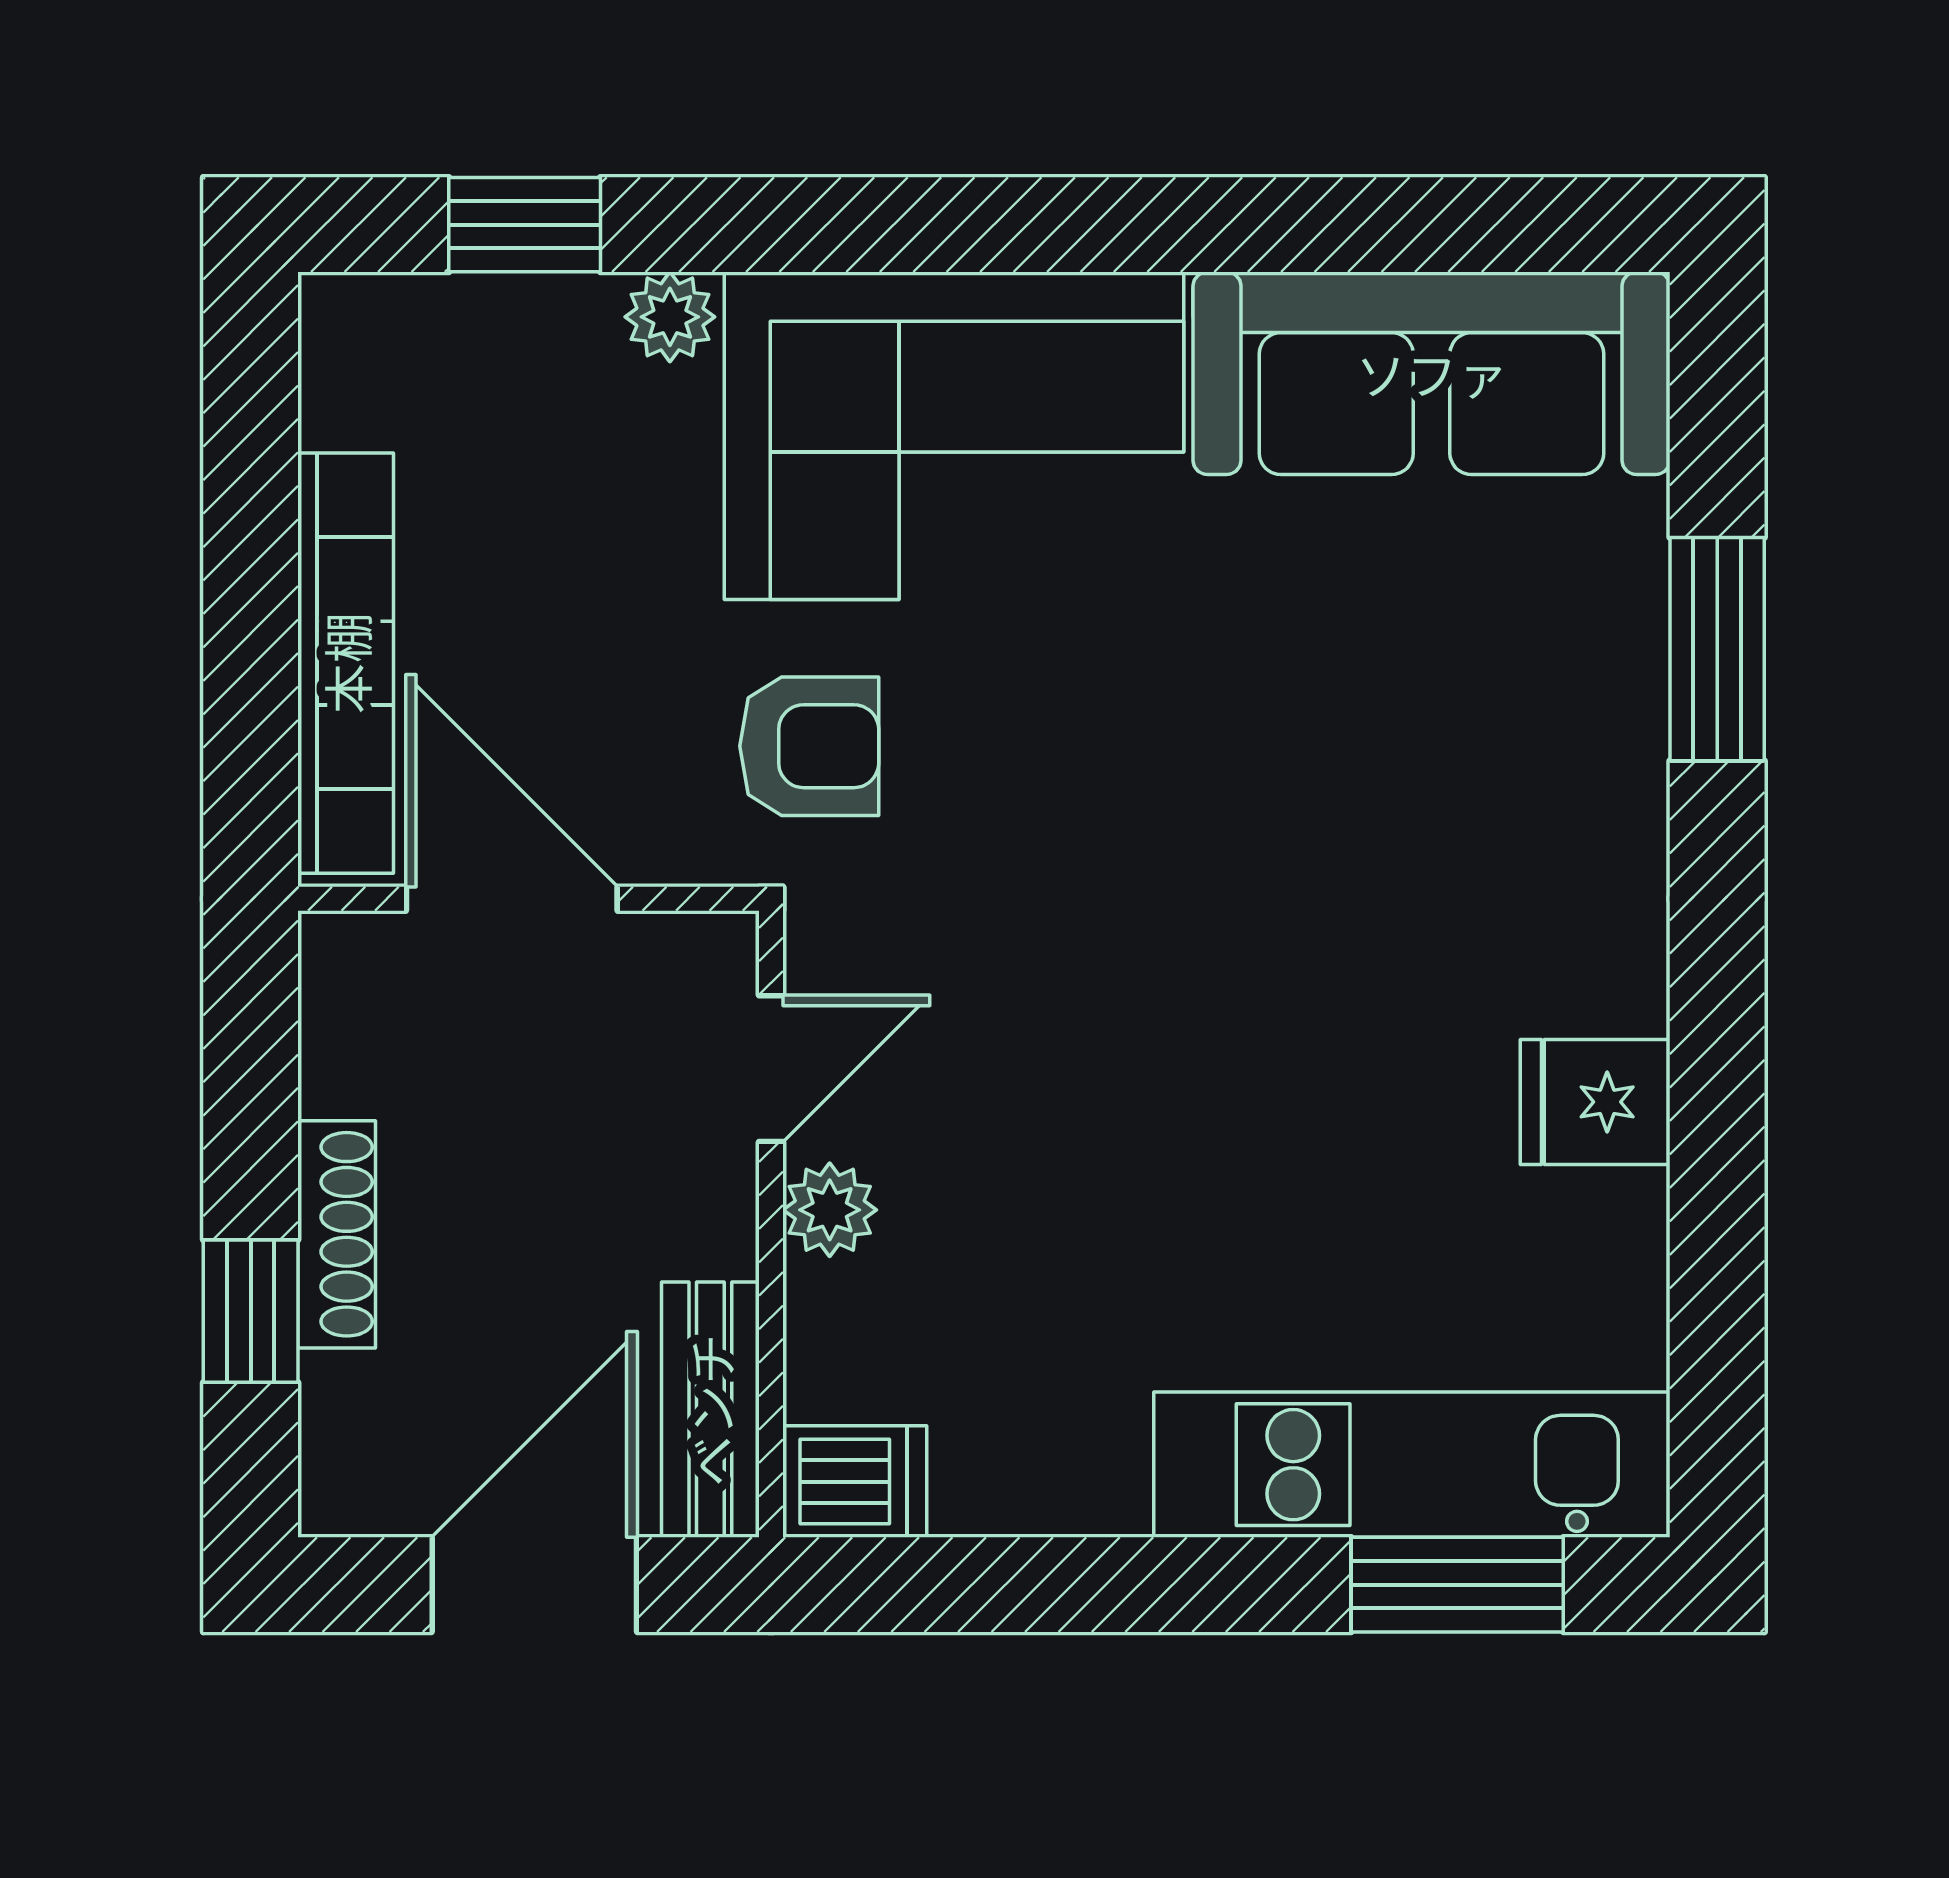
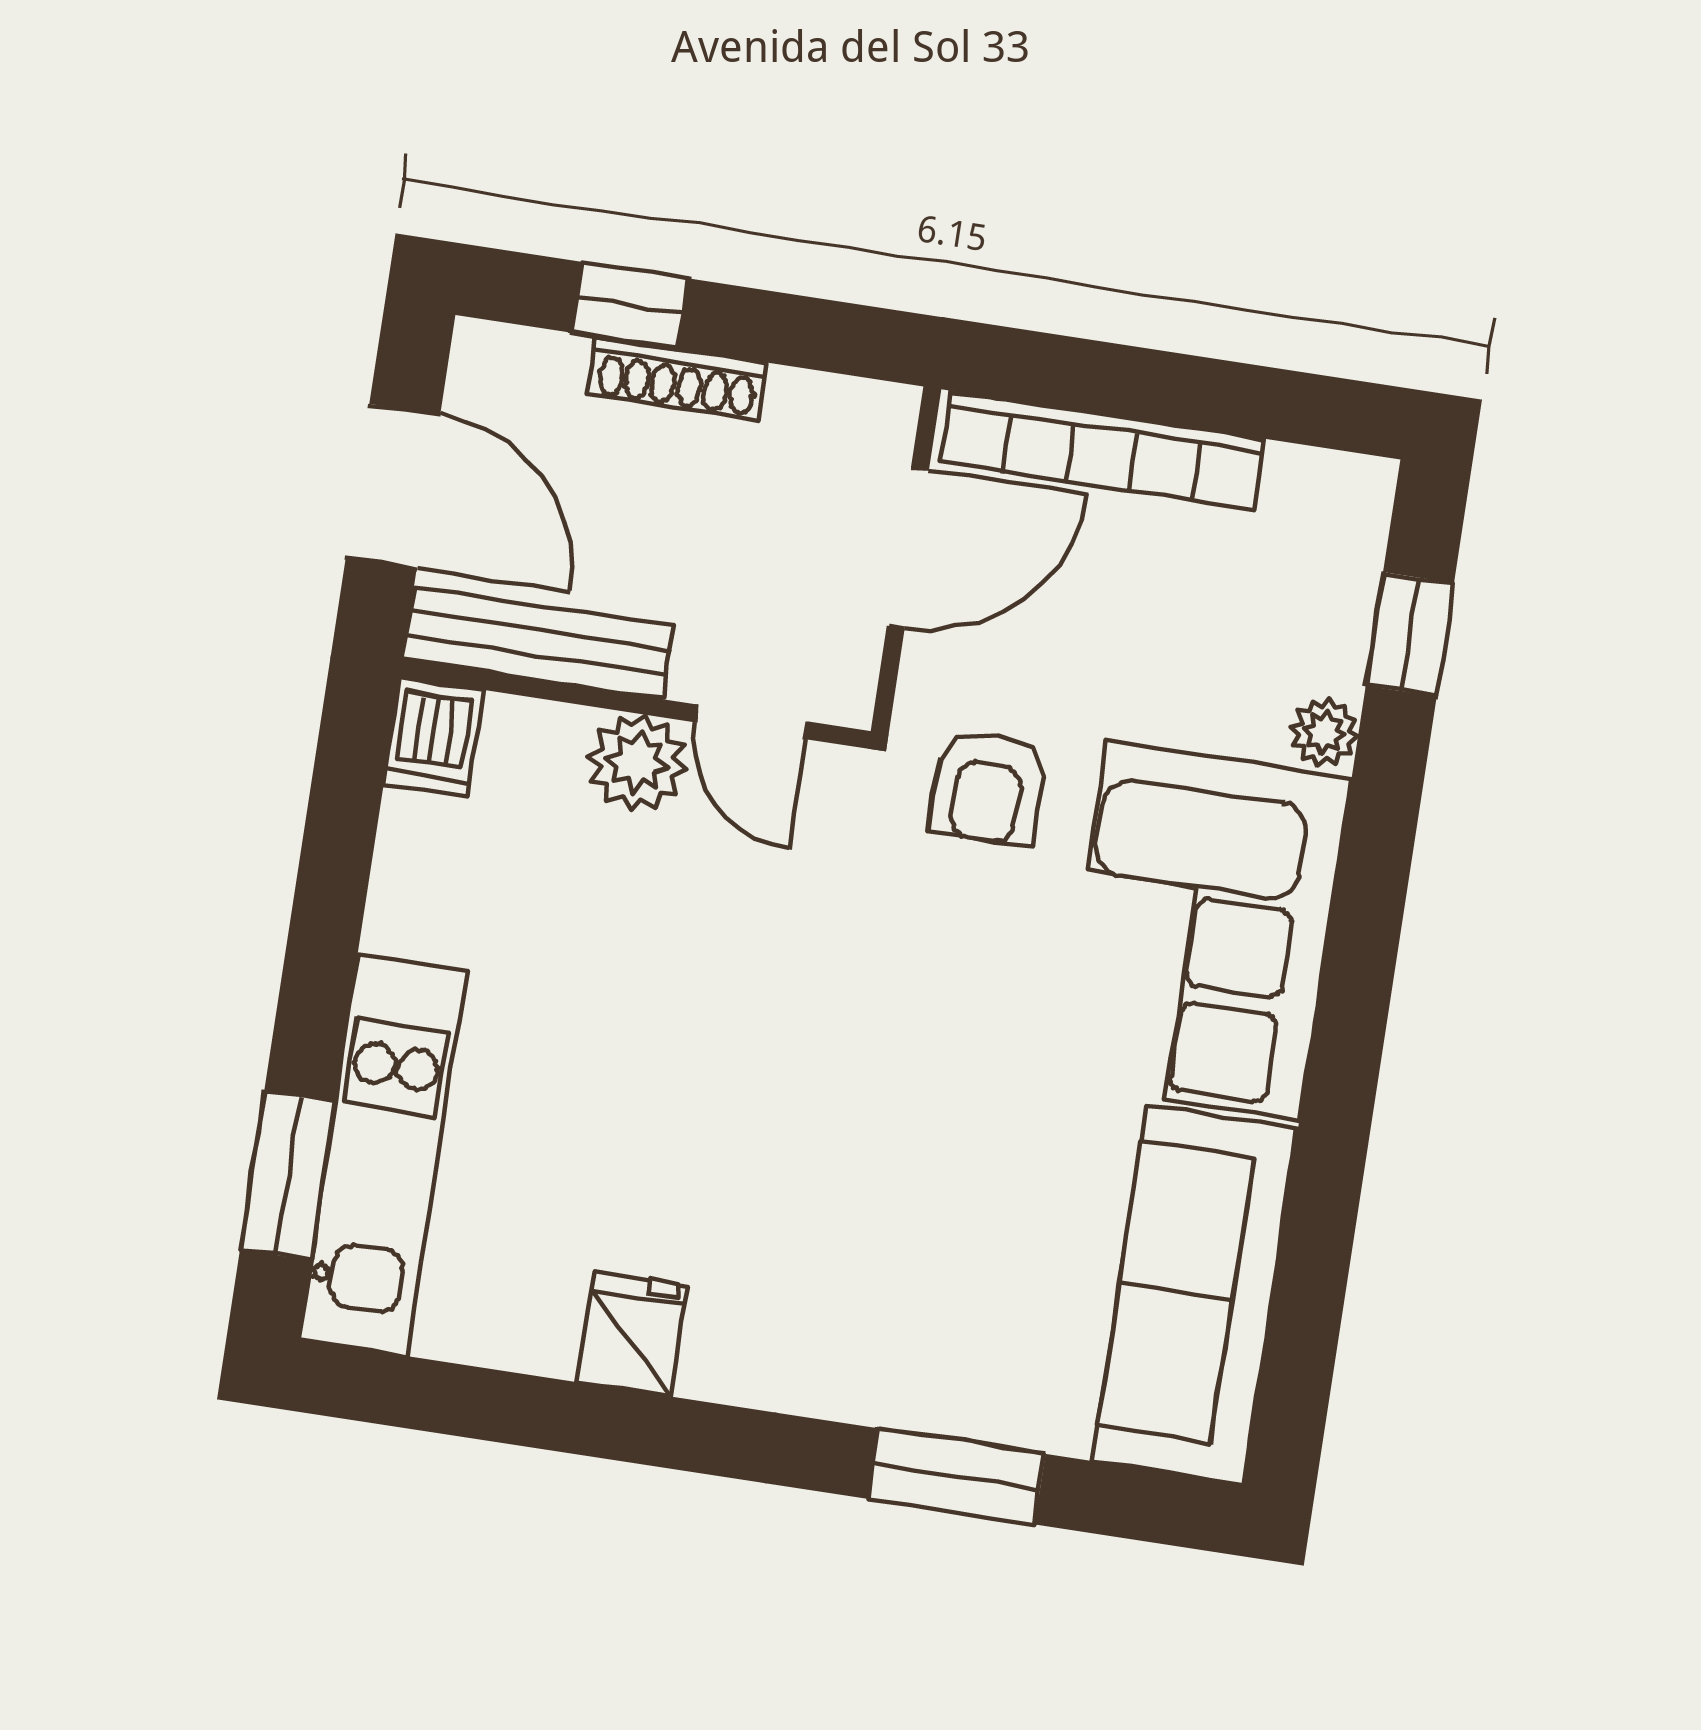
plant: (830, 1210) -> (637, 763), width x1.38, depth x1.38
bench: (710, 1410) -> (538, 643), width x1.36

